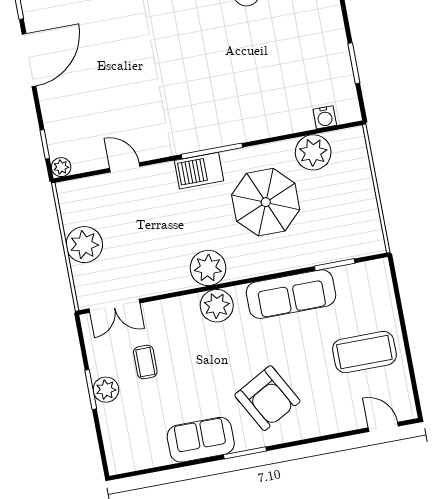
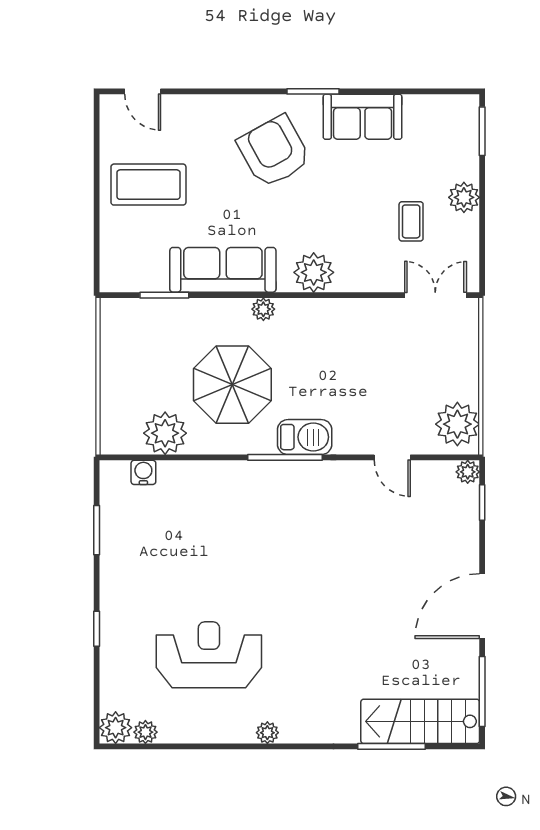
plant: (84, 245) -> (457, 424), moved
plant: (208, 268) -> (263, 309), moved, width x0.53, depth x0.53
window: (91, 390) -> (482, 131), moved

